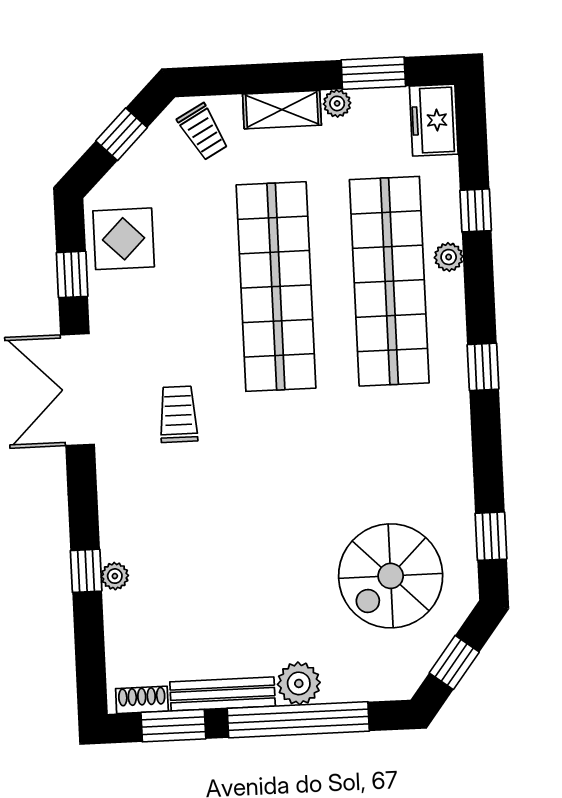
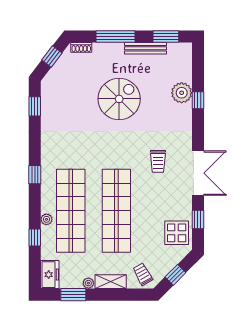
plant: (115, 576) -> (182, 93), width x1.88, depth x1.88
spiral stairs: (391, 576) -> (119, 99), moved
plant: (299, 683) -> (115, 51), removed
shoe rack: (142, 700) -> (81, 47), moved
window: (298, 720) -> (116, 36), width x0.68

